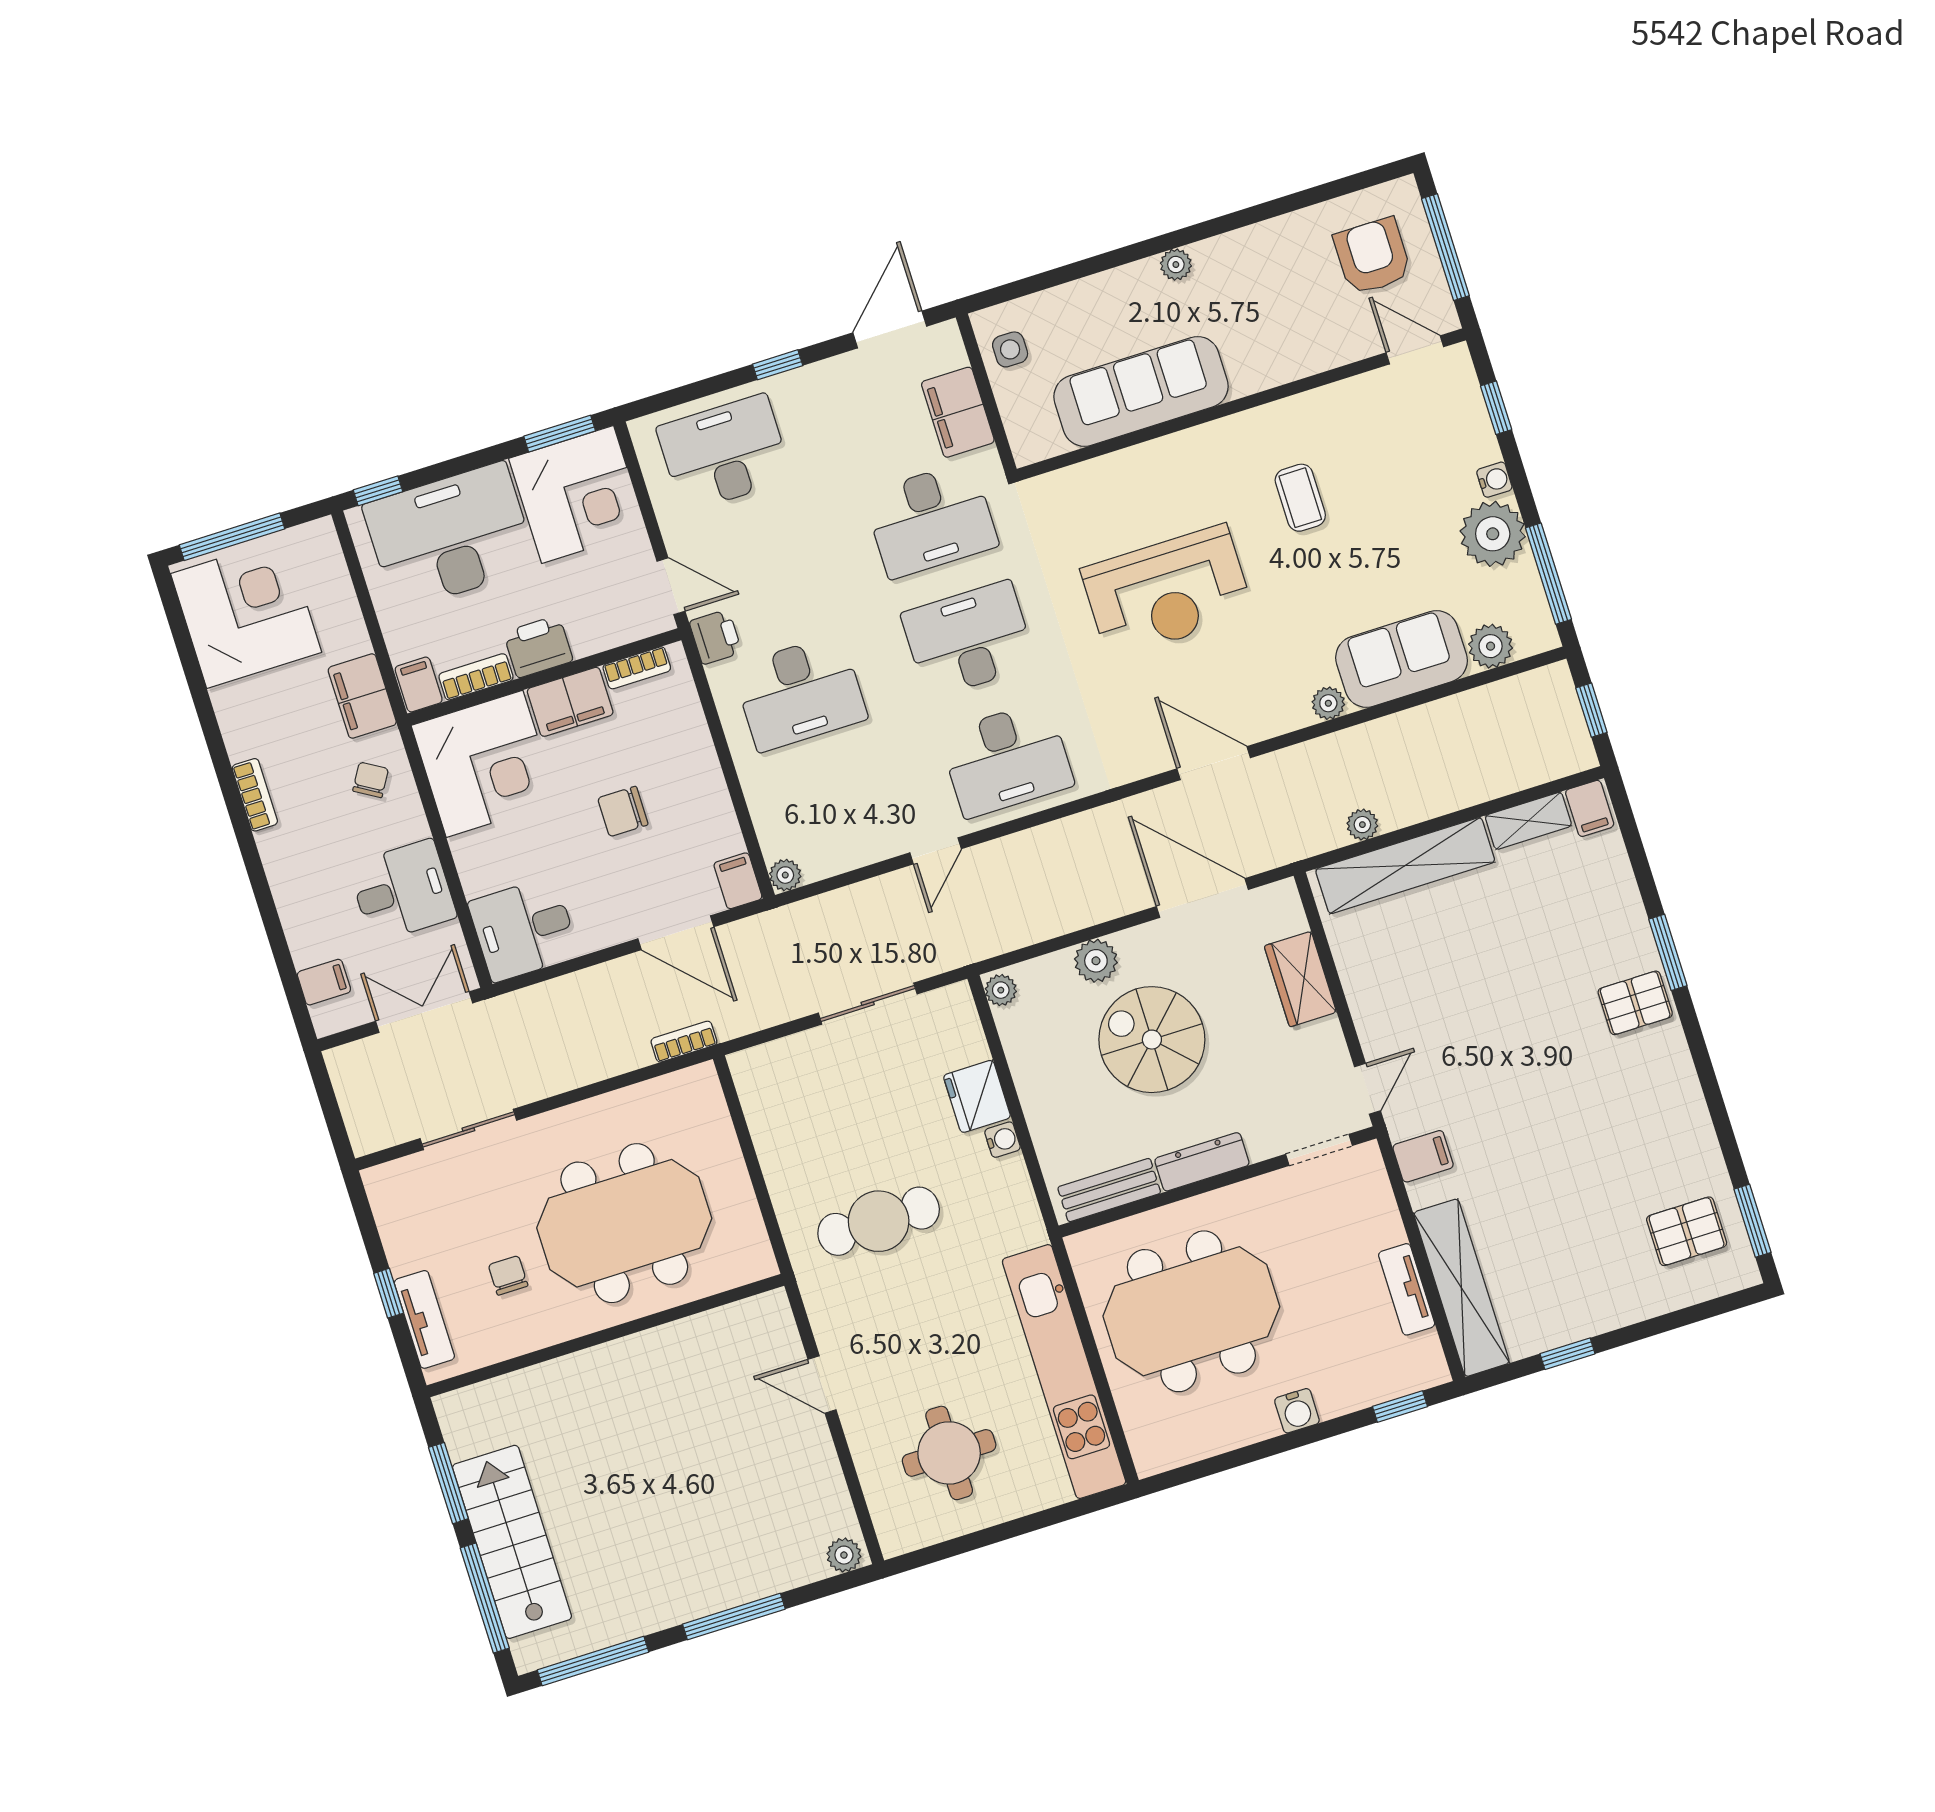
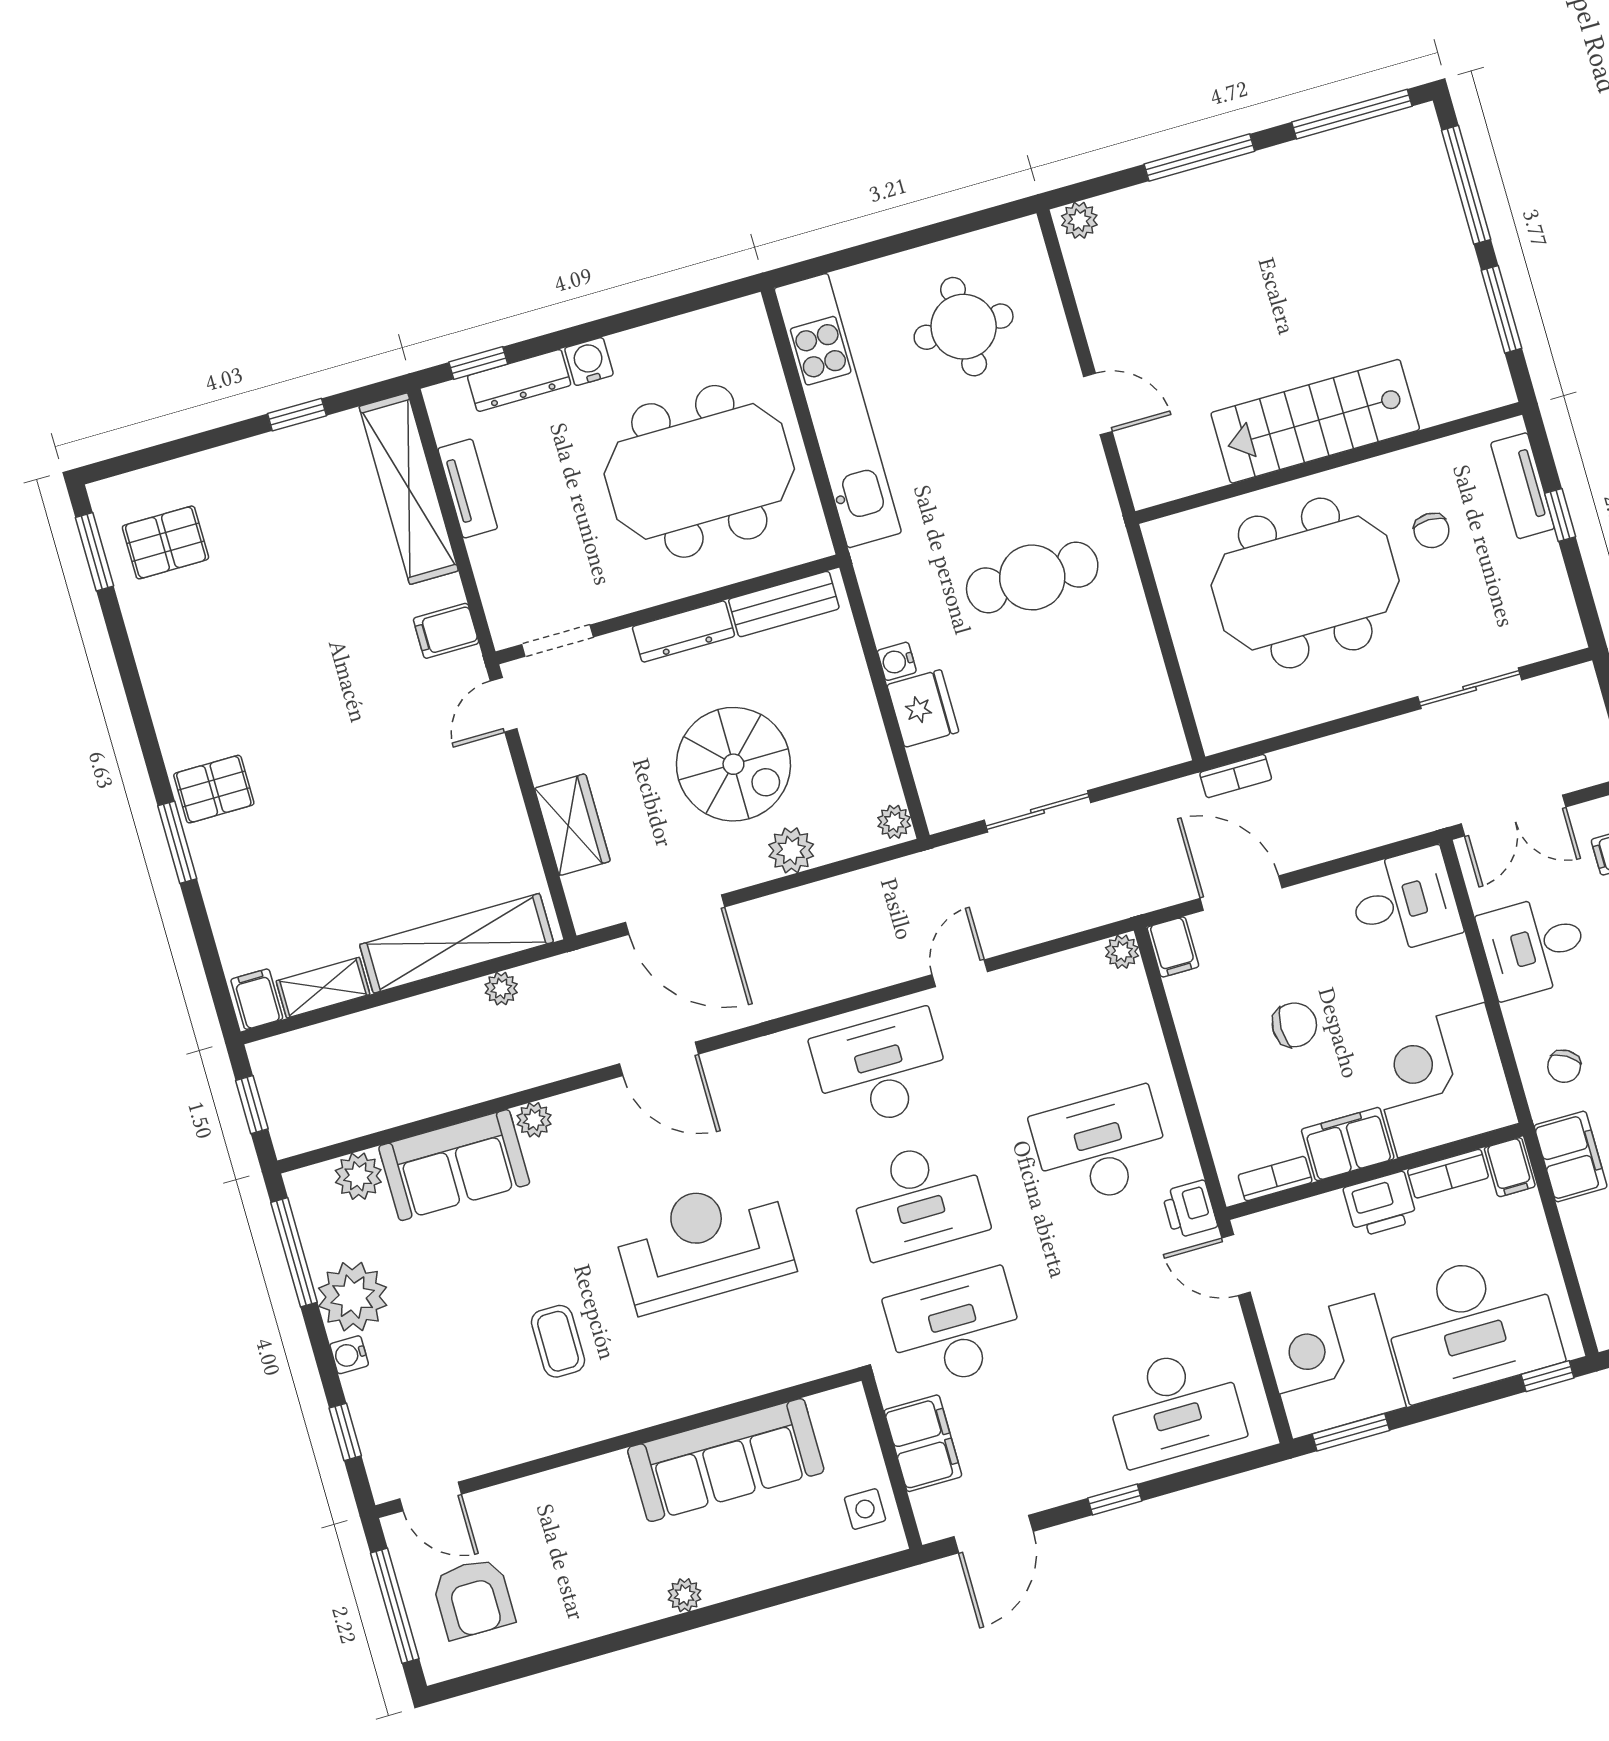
dresser: (1361, 1391) -> (519, 380), added
stairs: (512, 1542) -> (1315, 421), moved, turned 90

